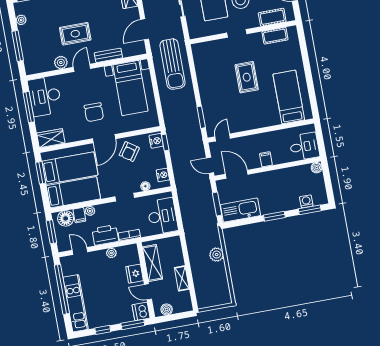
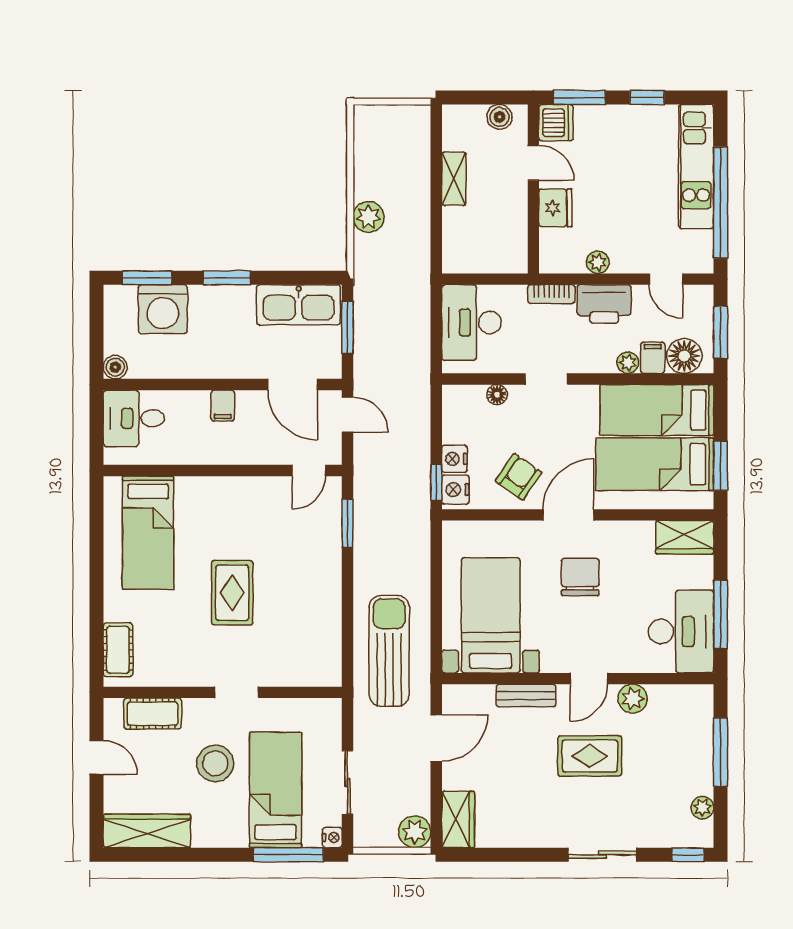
cot: (275, 36) -> (118, 650), moved, turned 90
nightstand: (163, 175) -> (454, 459), moved
washing machine: (306, 201) -> (163, 309), width x1.89, depth x1.89
shelving: (152, 263) -> (512, 224), removed

